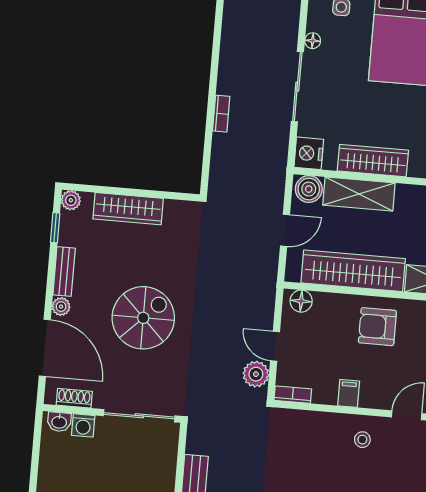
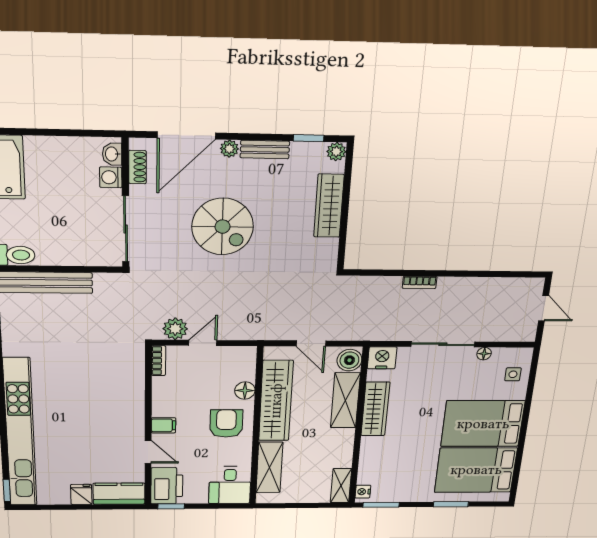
floor lamp: (301, 301) -> (245, 391), moved
filing cabinet: (349, 393) -> (163, 425), moved
stool: (362, 440) -> (122, 419), removed

